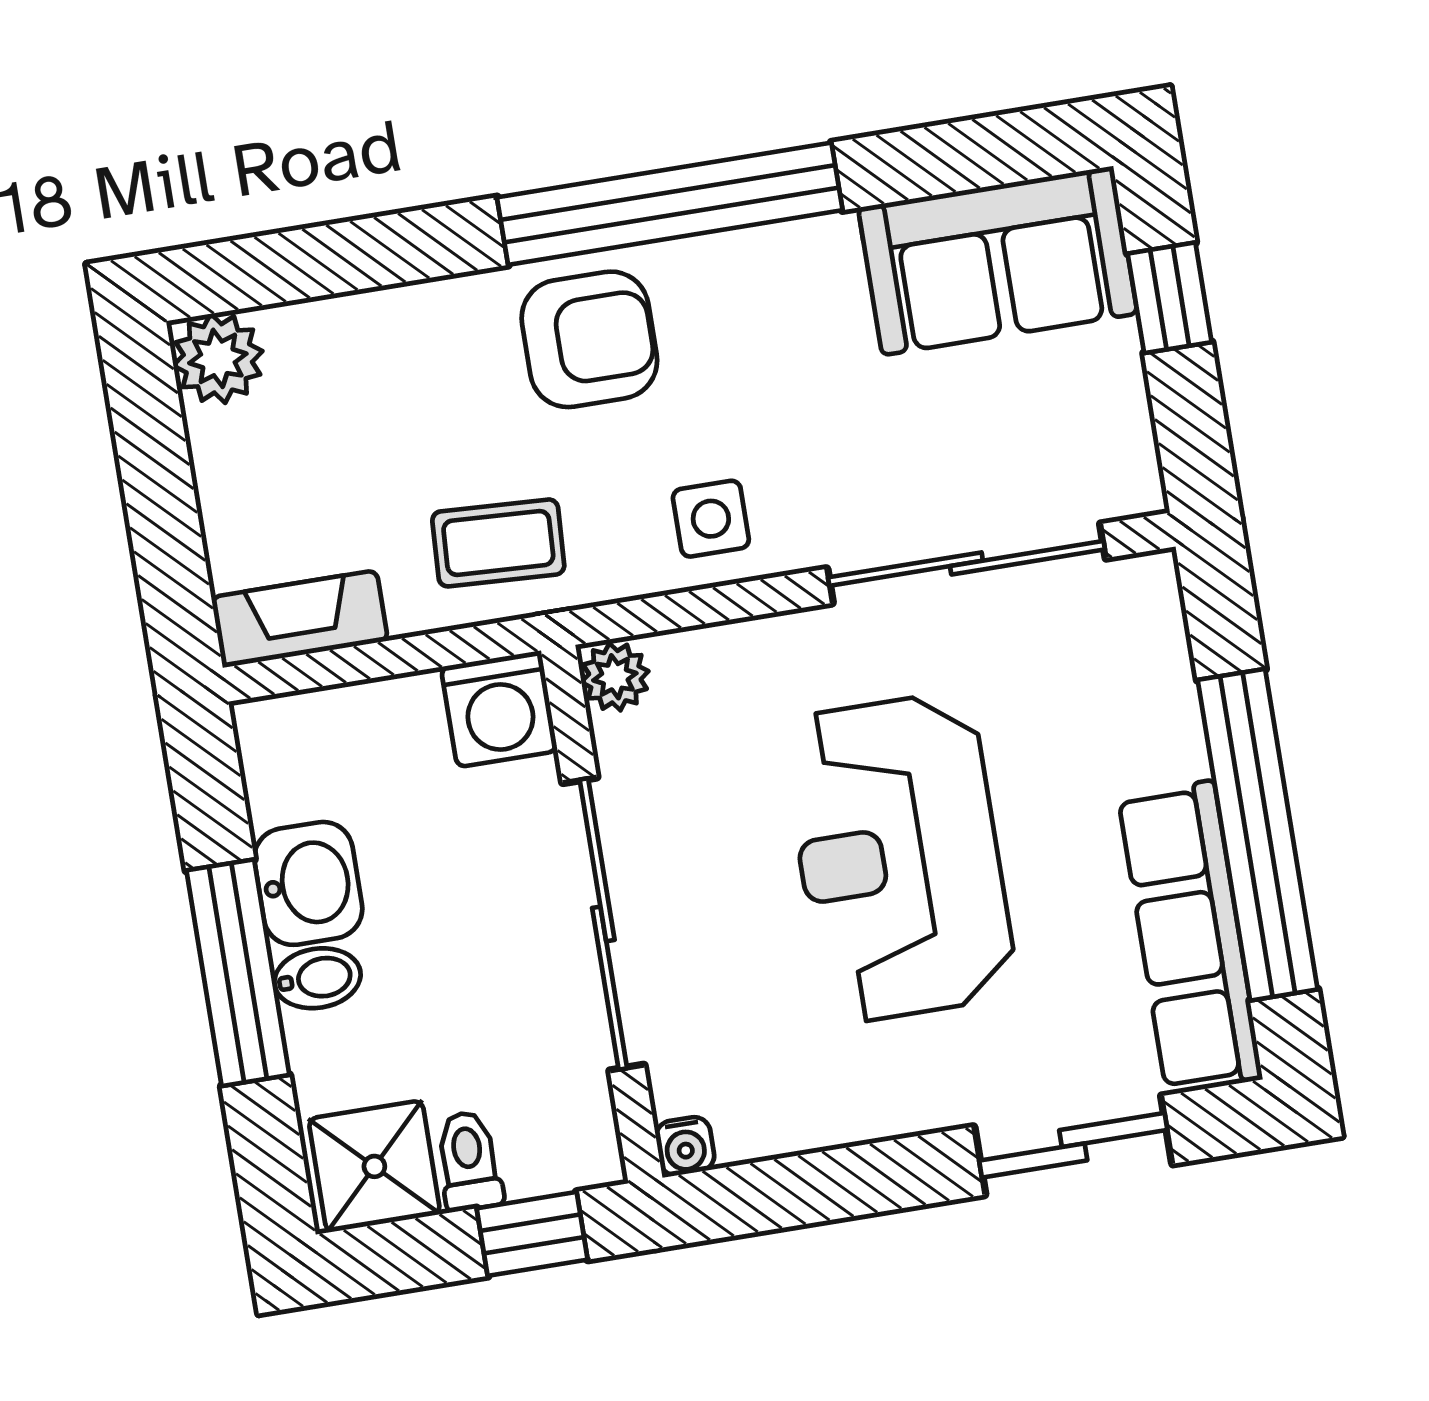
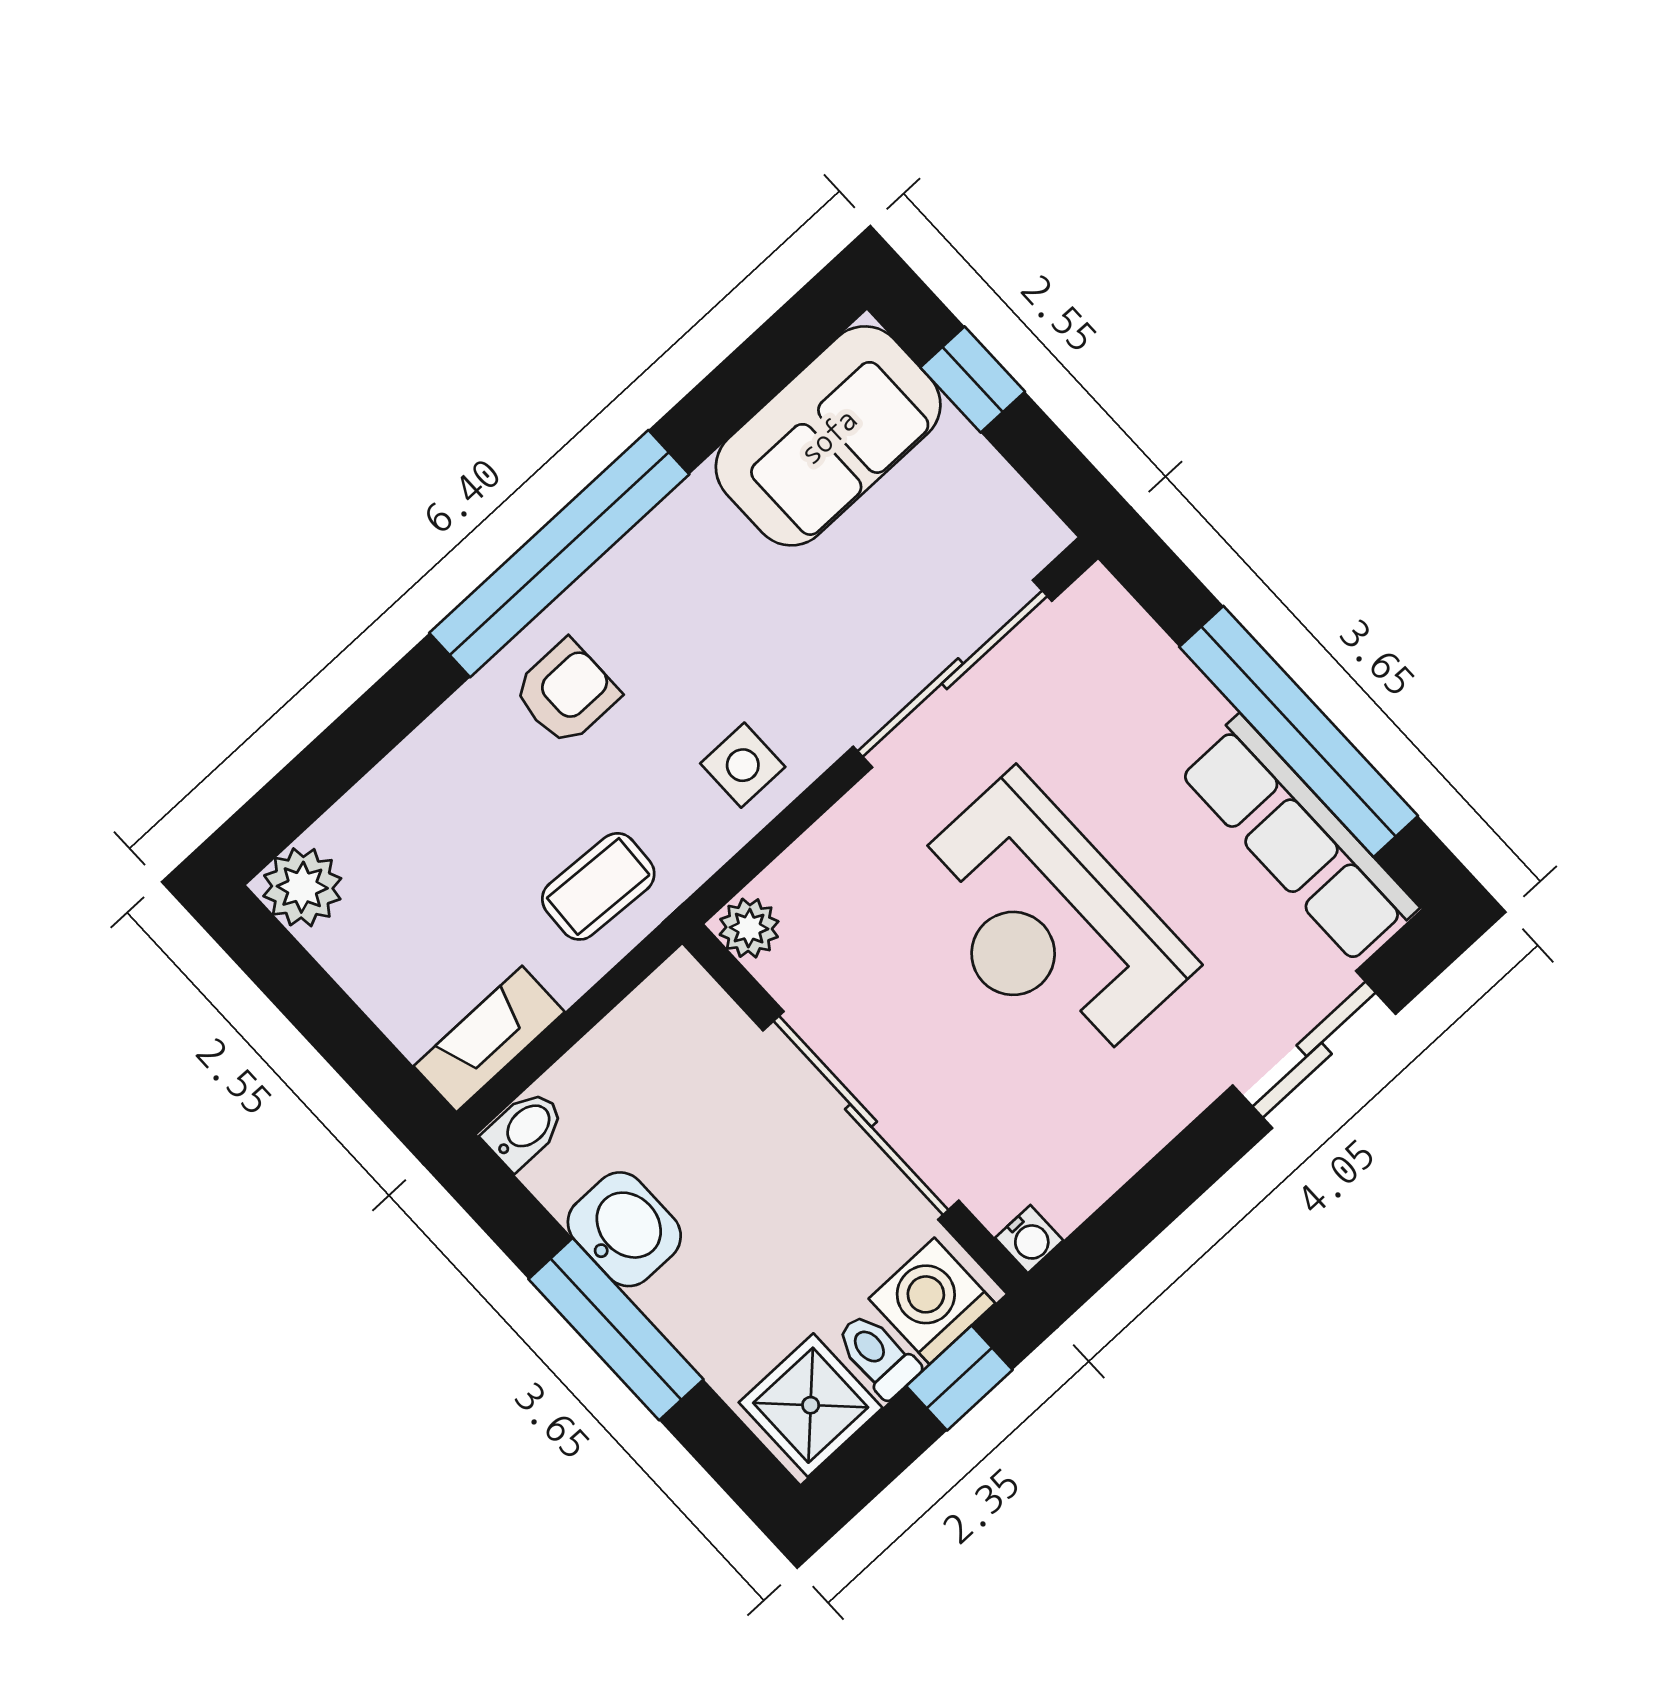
armchair: (589, 339) -> (566, 692), width x0.72, depth x0.72
washing machine: (499, 709) -> (932, 1301), moved, turned 180
bidet: (317, 978) -> (524, 1130), moved

